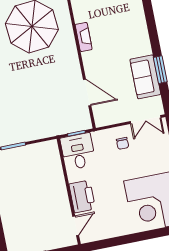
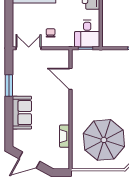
fireplace: (84, 37) -> (65, 136), moved
sofa: (145, 77) -> (22, 113), moved

